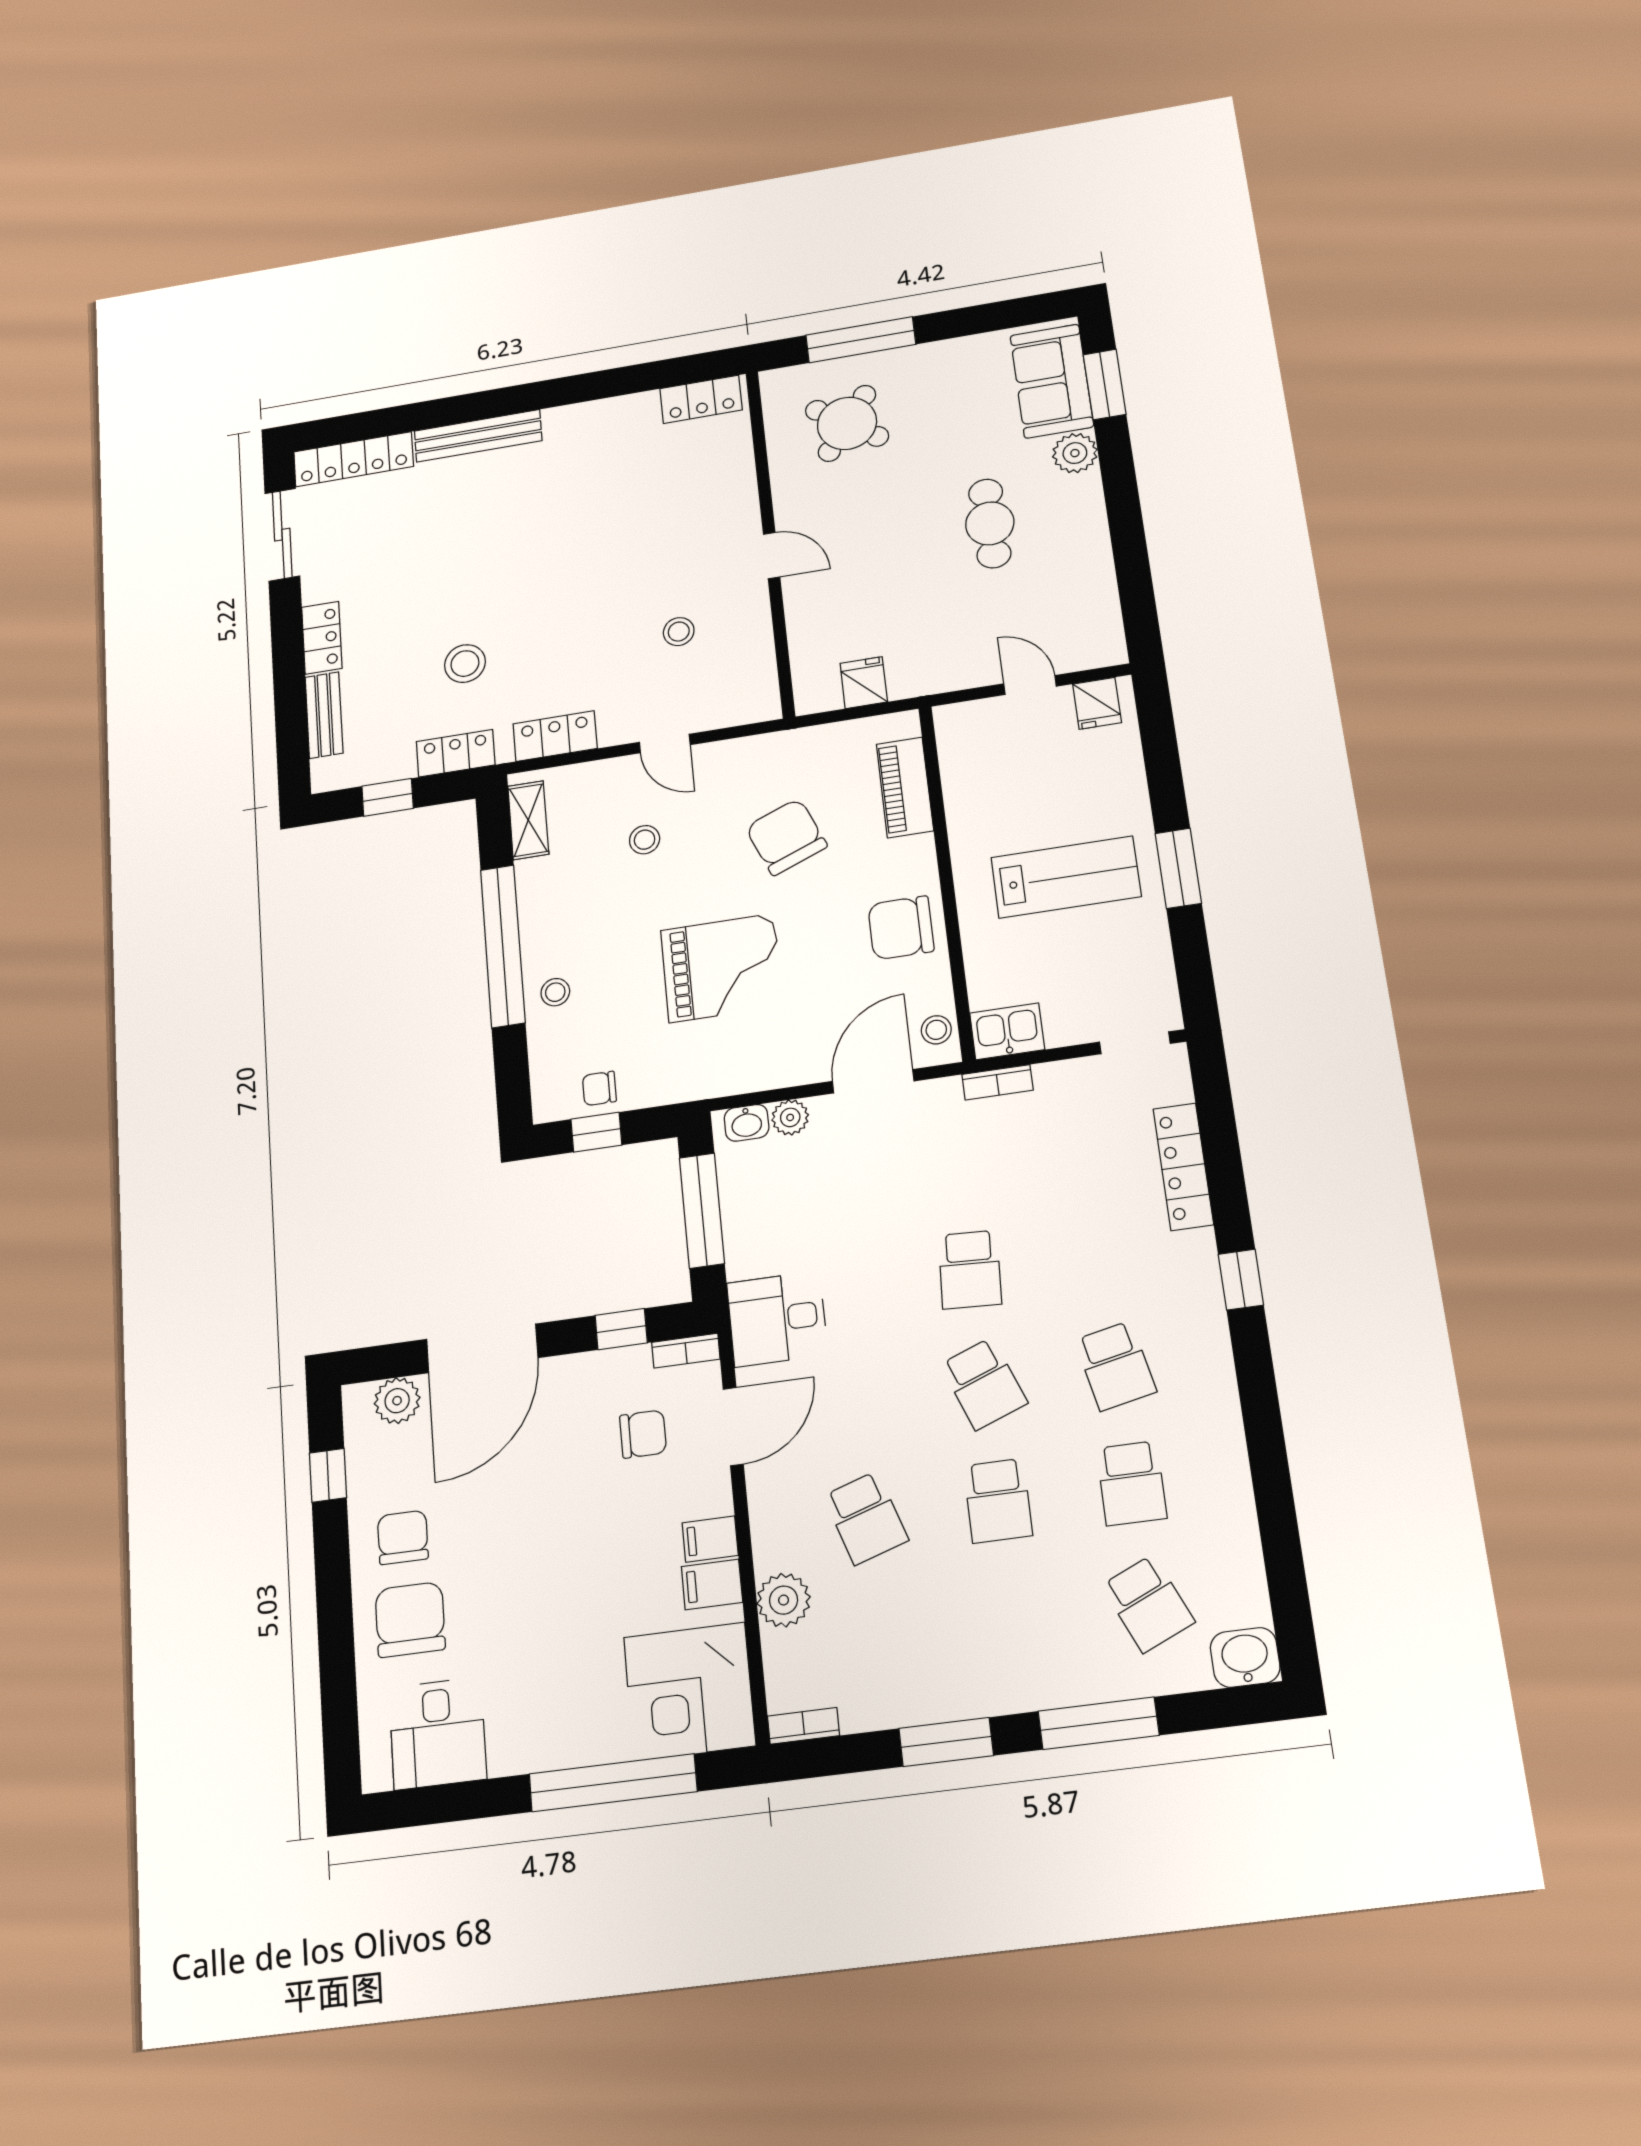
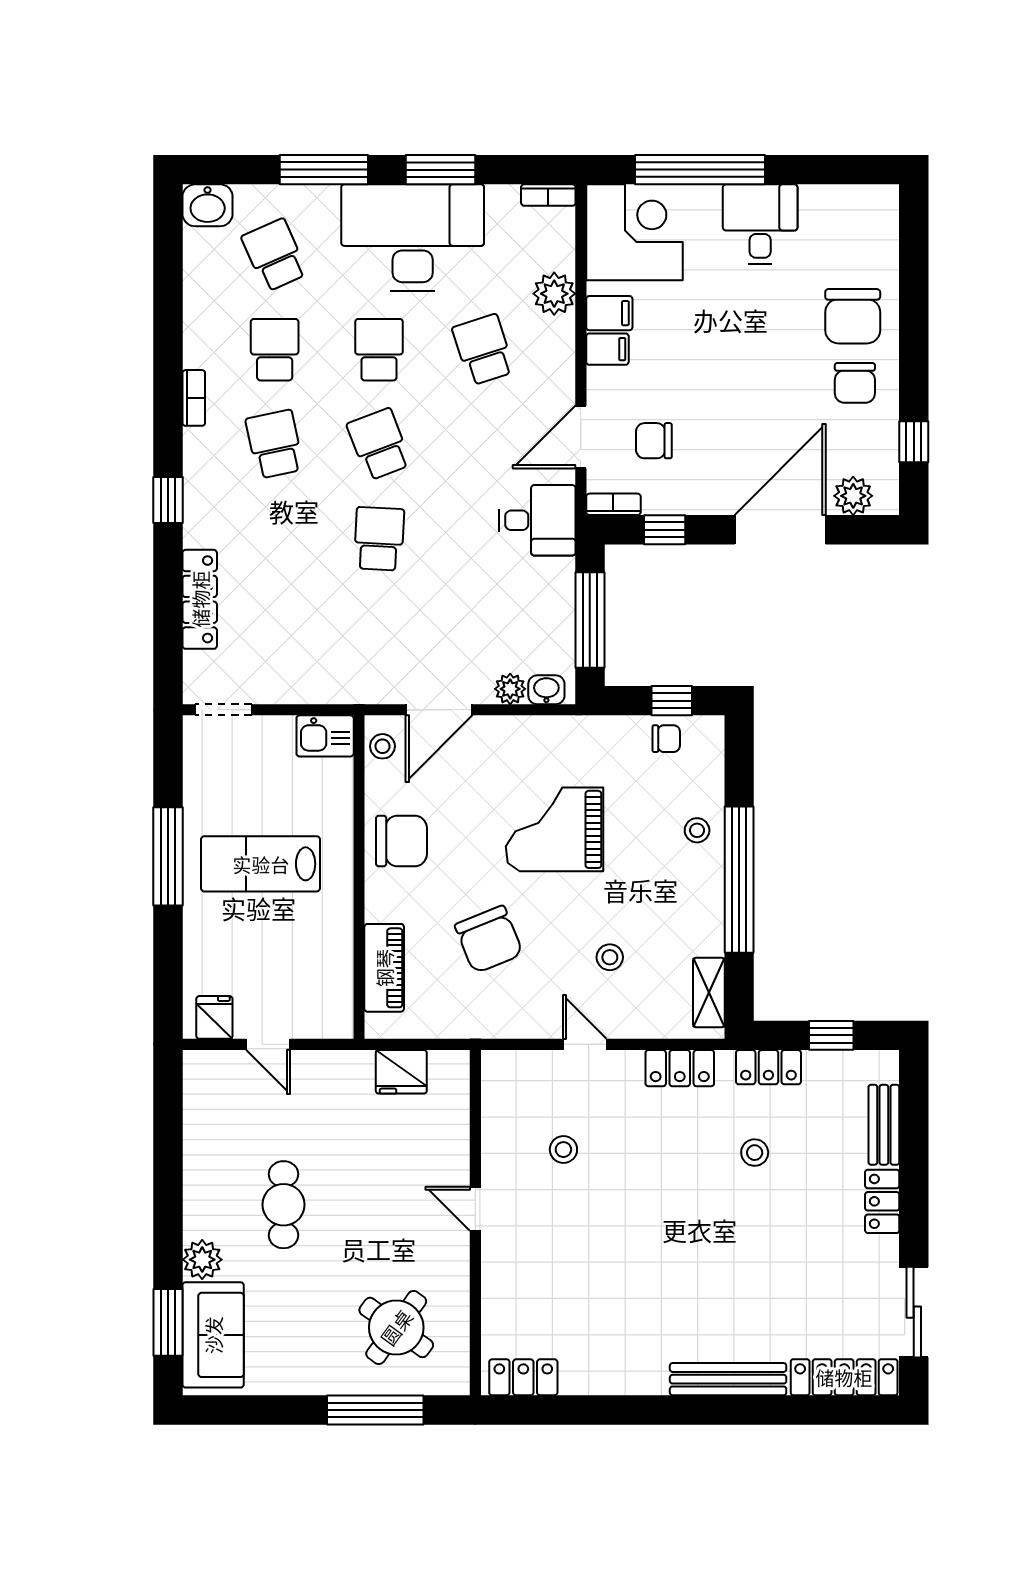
stool: (465, 663) -> (755, 1153), width x0.73, depth x0.73
fridge: (864, 683) -> (401, 1072), width x1.38
window: (1178, 868) -> (168, 856), width x1.44
bookcase: (997, 1082) -> (194, 398), moved, turned 90
desk: (972, 1649) -> (413, 237), added
desk: (438, 1733) -> (760, 224), moved

